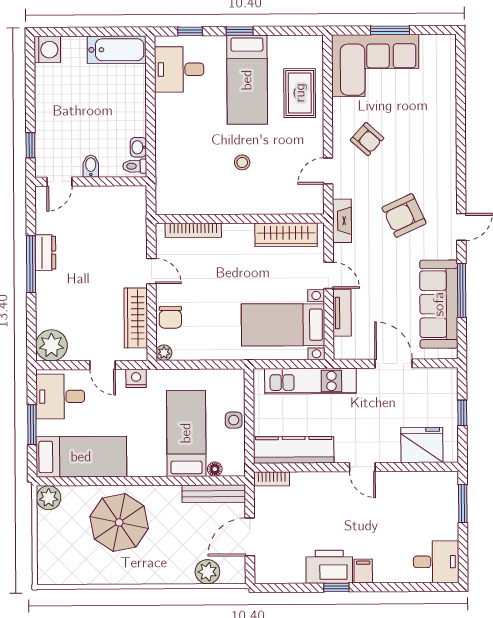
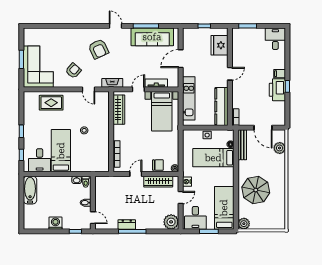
washing machine: (47, 50) -> (55, 223), moved
bed: (247, 80) -> (61, 151), moved, turned -90
armchair: (404, 215) -> (99, 49), moved

